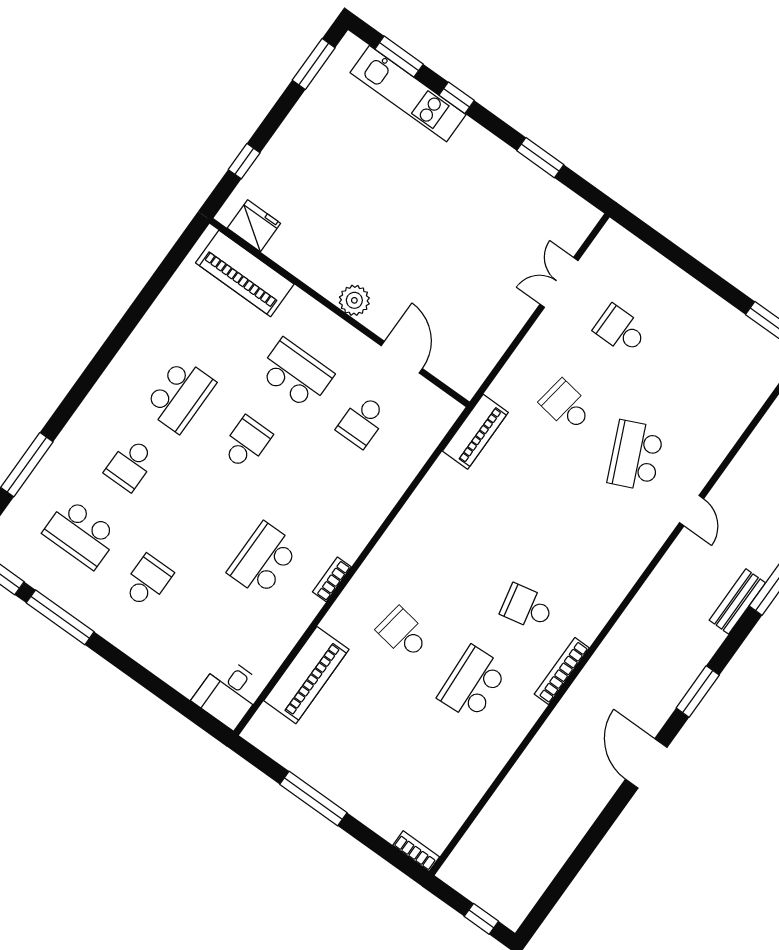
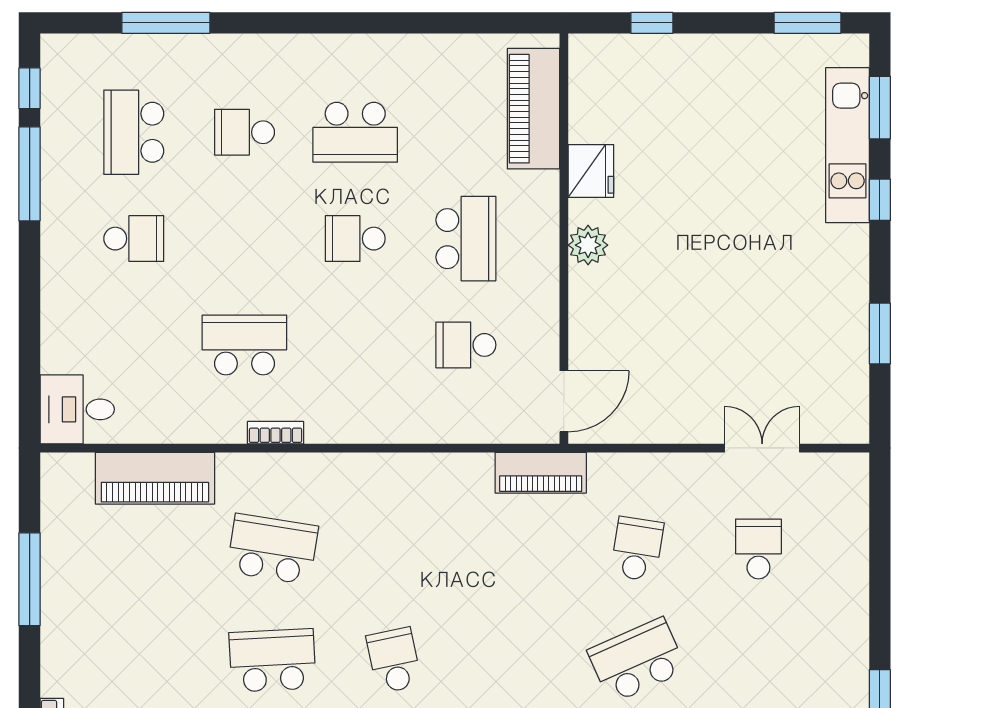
fridge: (254, 226) -> (591, 171), moved
door: (402, 357) -> (564, 401), moved
school desk: (246, 443) -> (355, 239), turned 180
school desk: (403, 633) -> (272, 549), width x1.85

